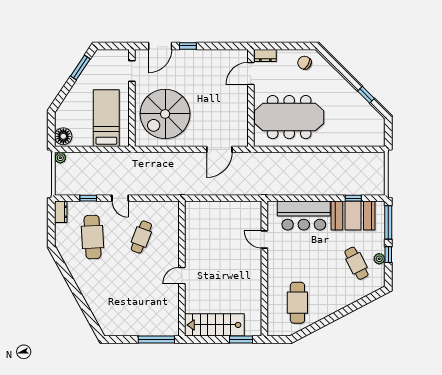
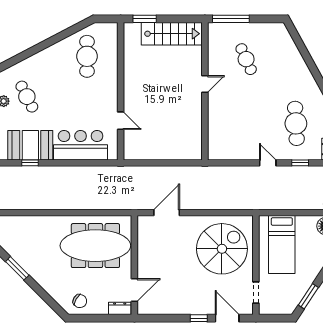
door: (160, 46) -> (227, 318), hinge flipped
window: (366, 95) -> (17, 268), width x1.50
cafe table: (141, 237) -> (246, 59), moved, turned -45

